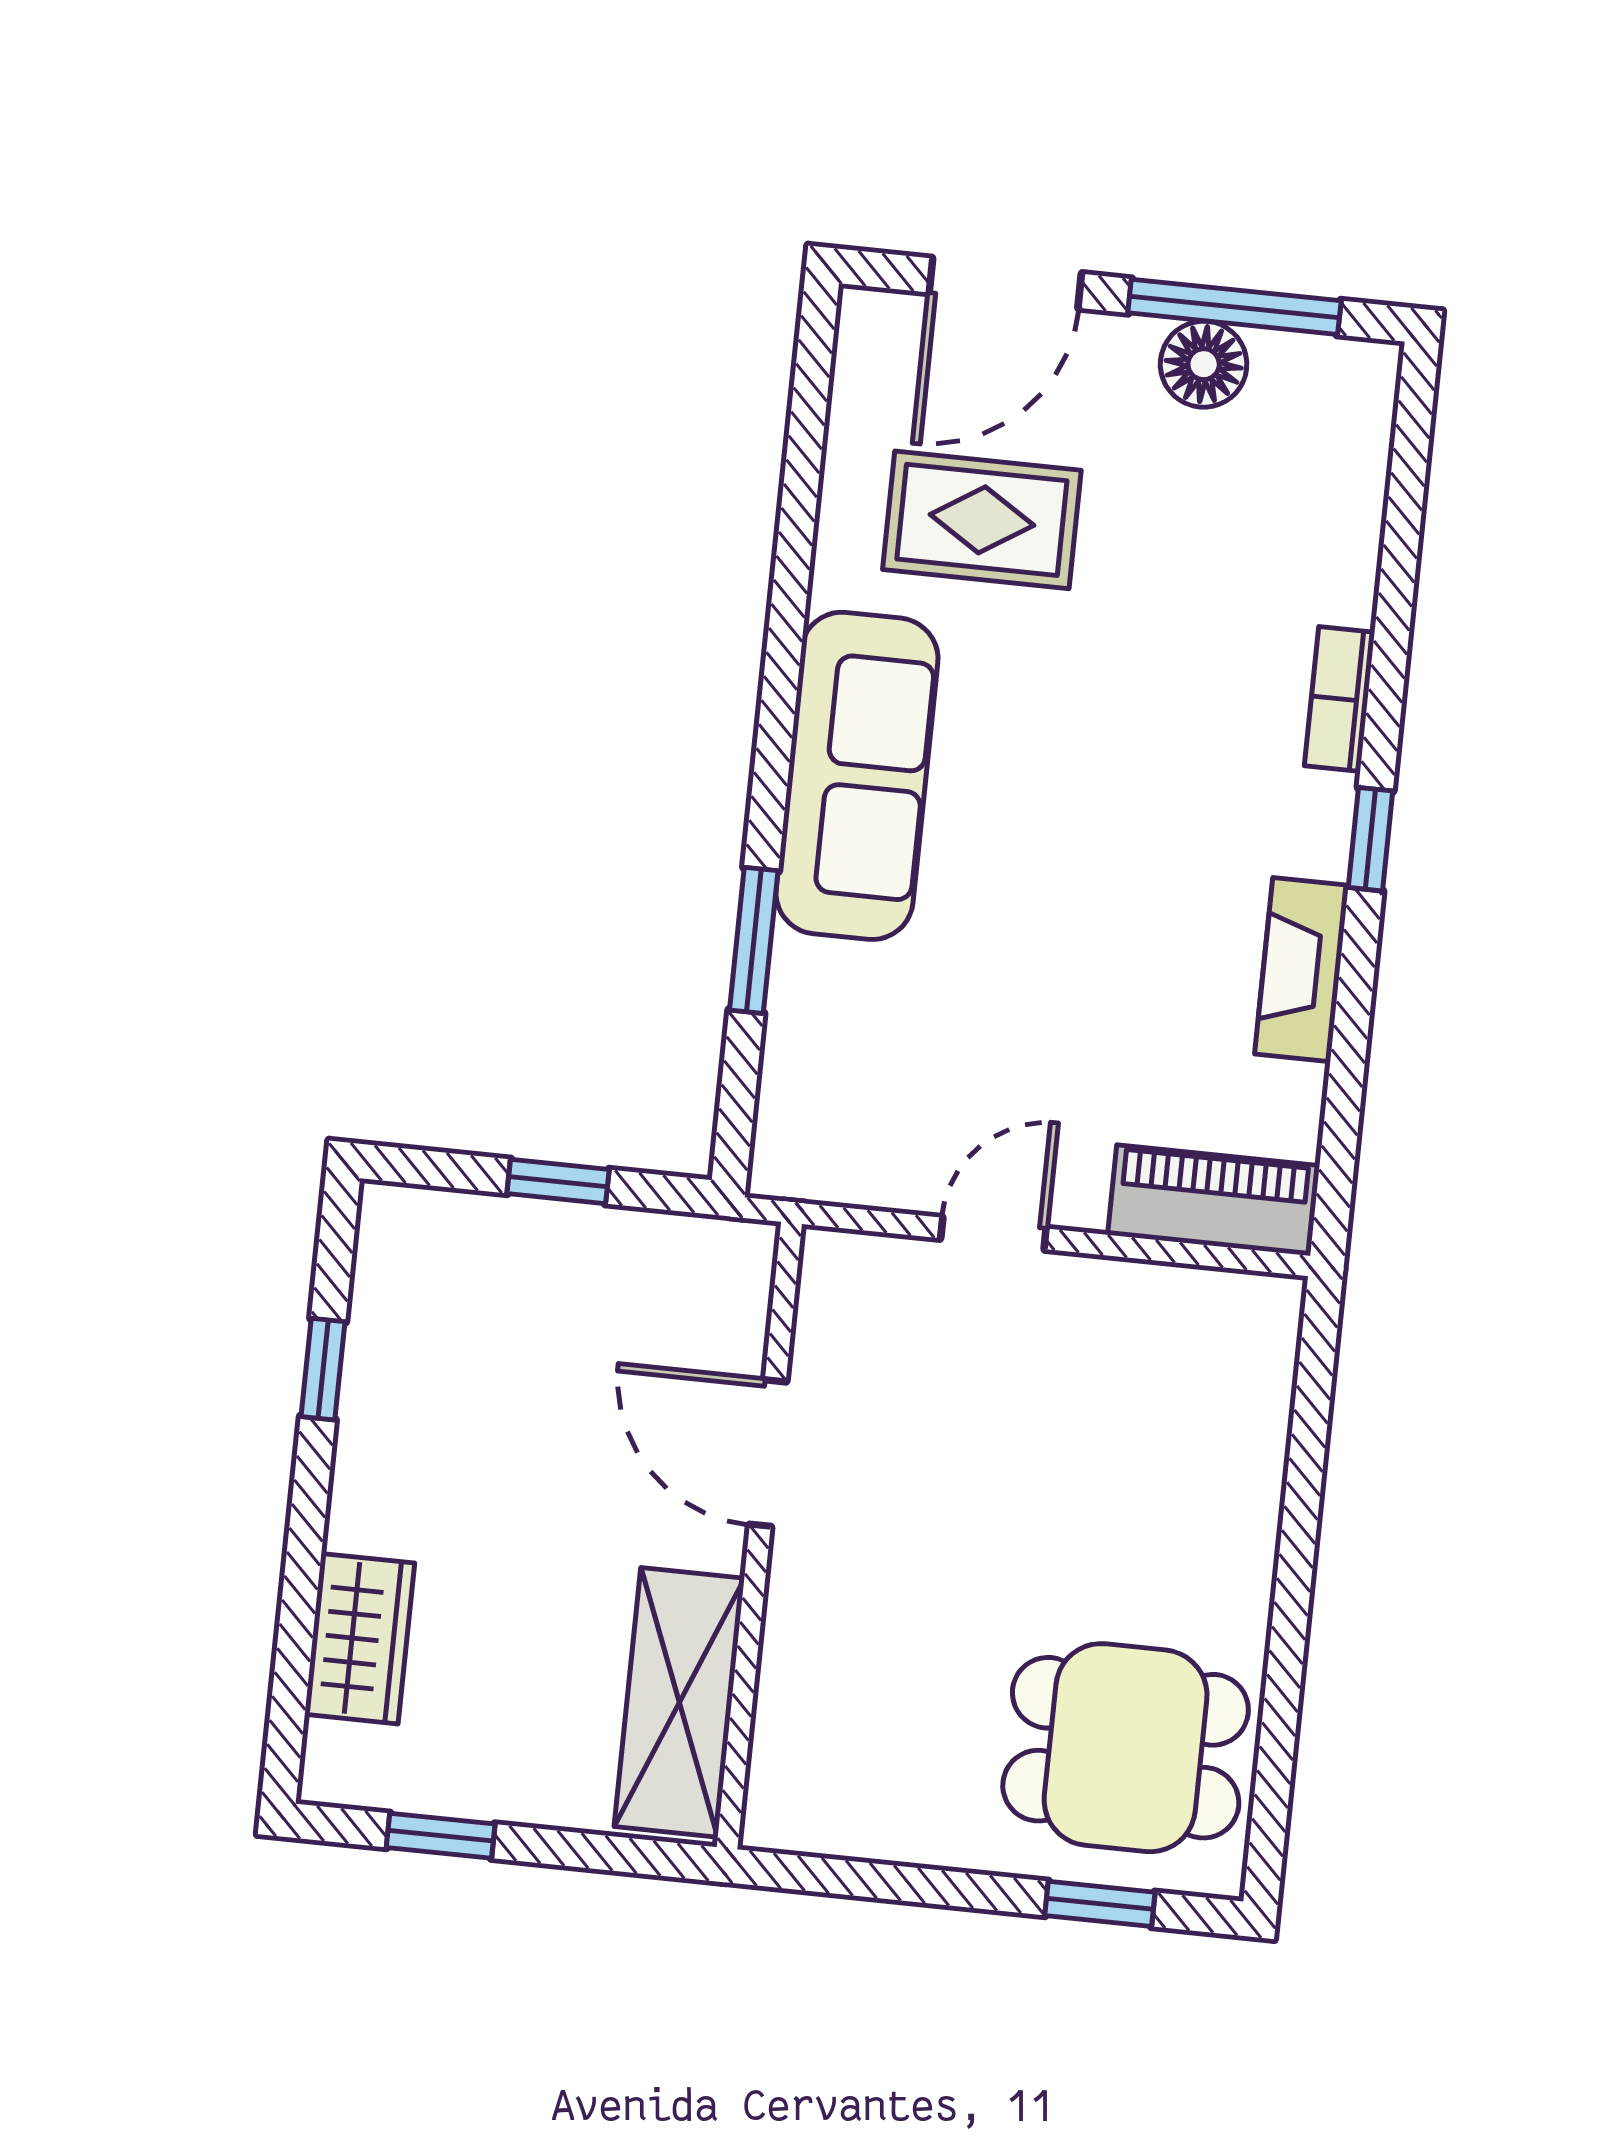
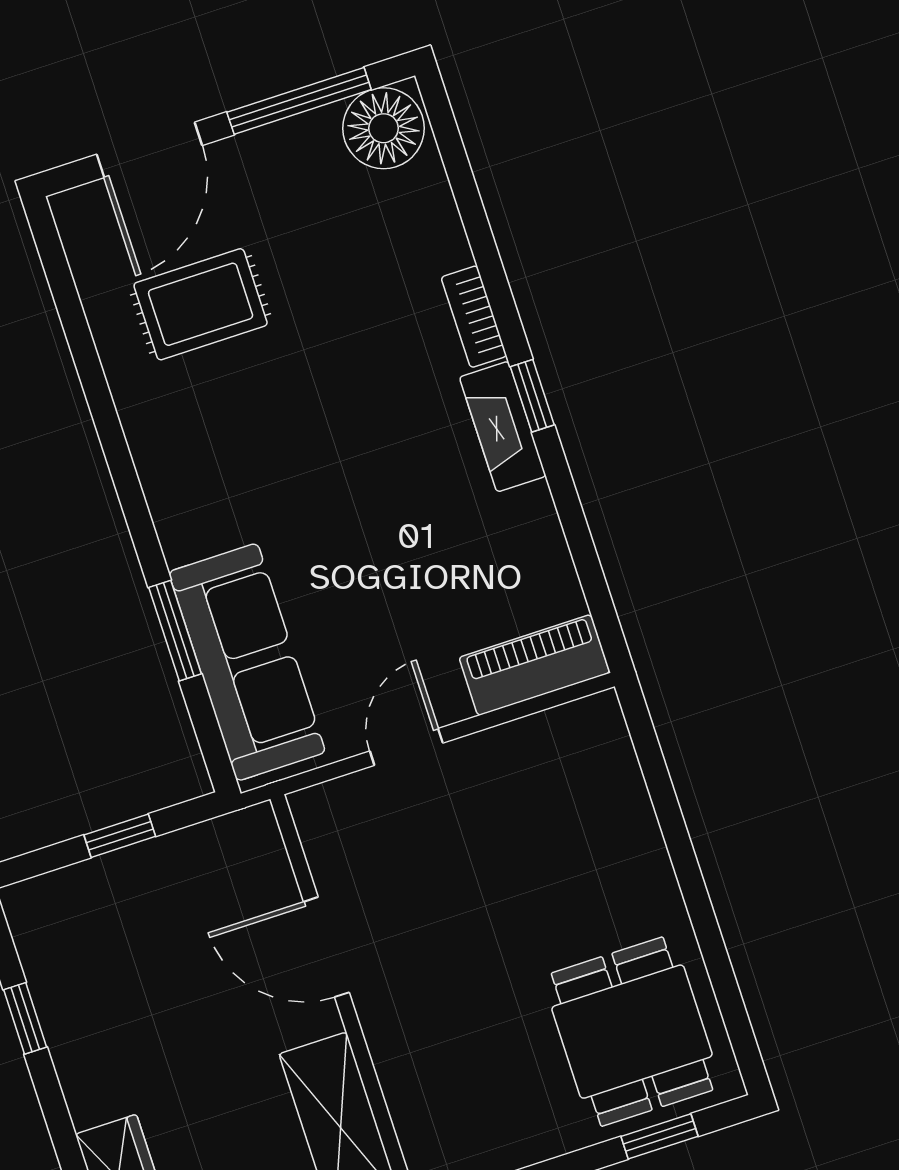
floor lamp: (1204, 364) -> (384, 128), moved, width x1.38, depth x1.38
sofa: (857, 776) -> (247, 662), moved
fireplace: (1302, 970) -> (503, 427), moved
dining table: (1126, 1748) -> (632, 1032), turned 90

